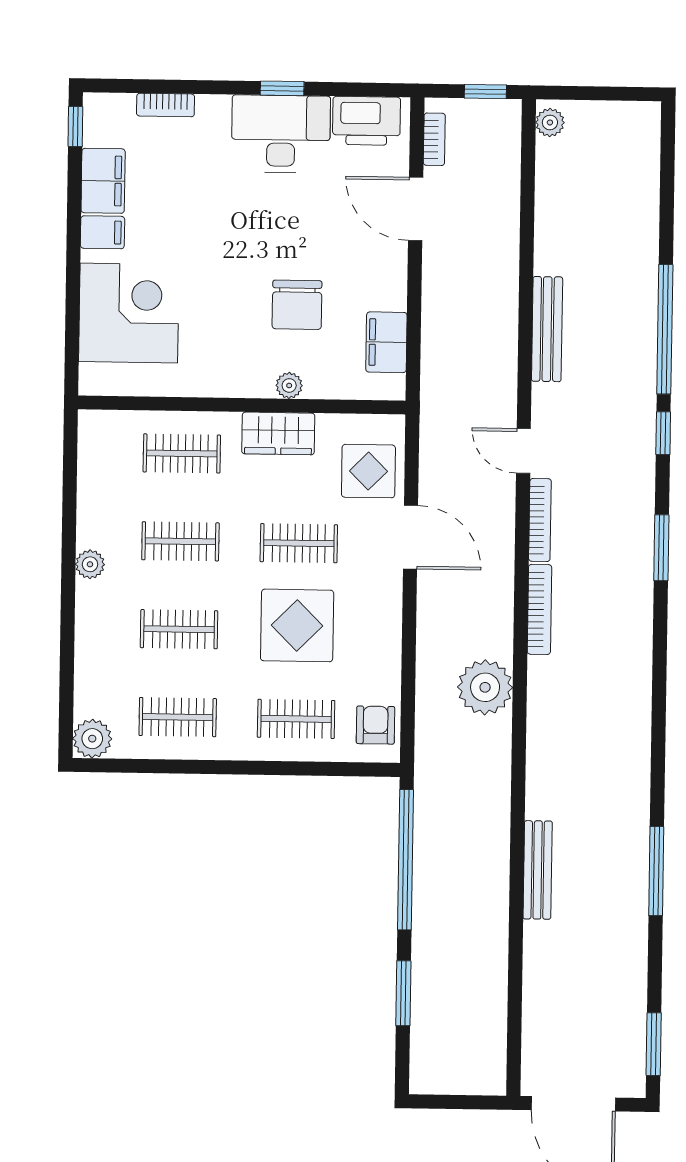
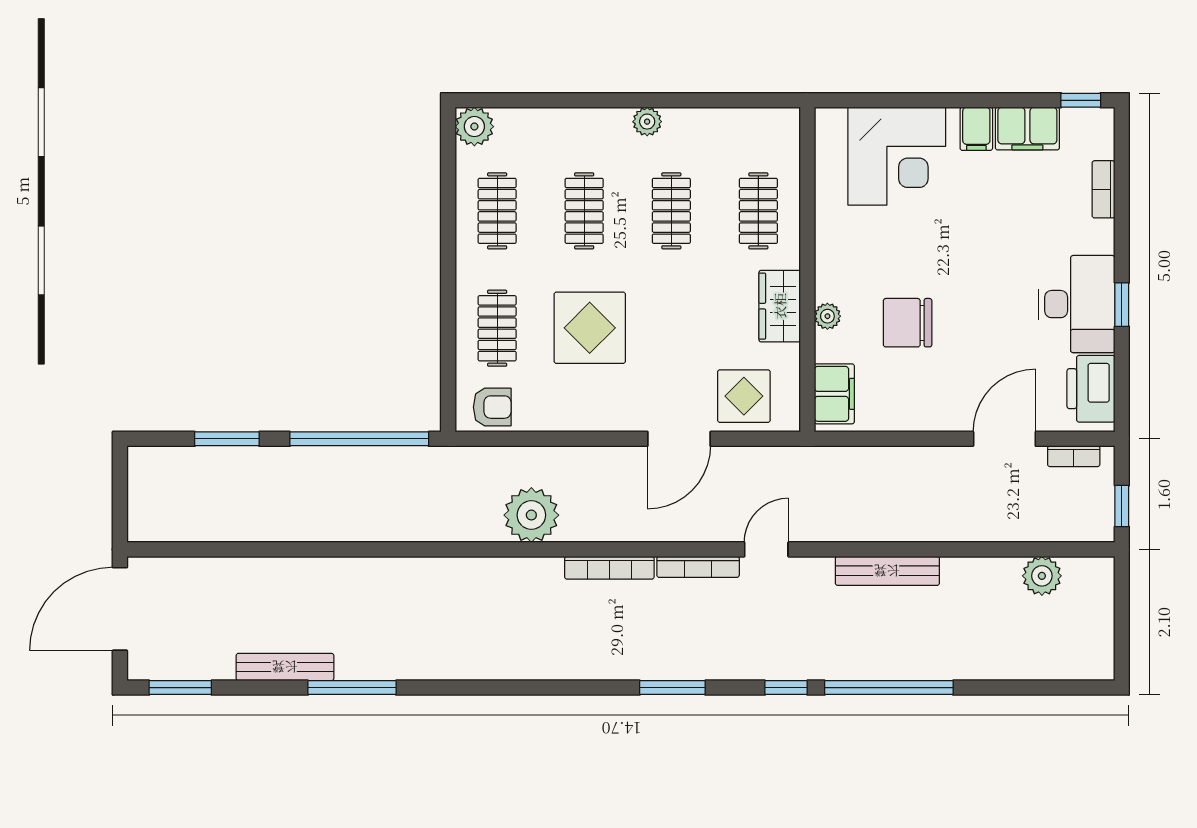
plant: (550, 122) -> (1042, 576), moved, width x1.38, depth x1.38
filing cabinet: (386, 342) -> (834, 394), moved, turned 90
clothes rail: (299, 543) -> (671, 328), removed
bench: (538, 870) -> (285, 667), moved

